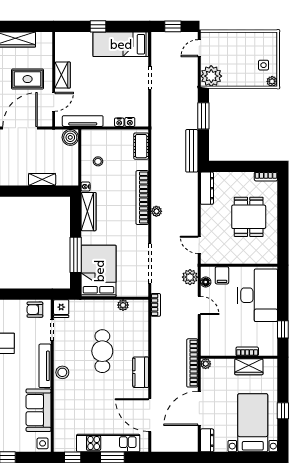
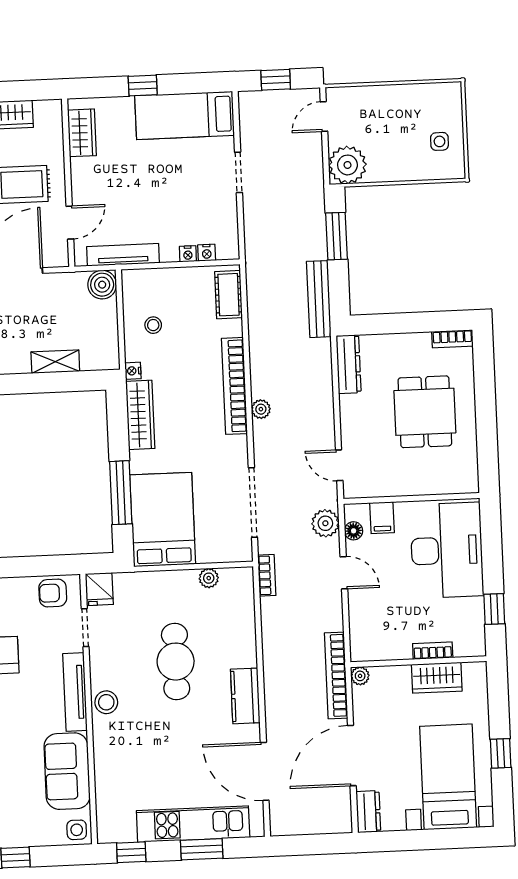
wardrobe: (63, 75) -> (82, 133), moved
plant: (272, 81) -> (456, 170), removed

